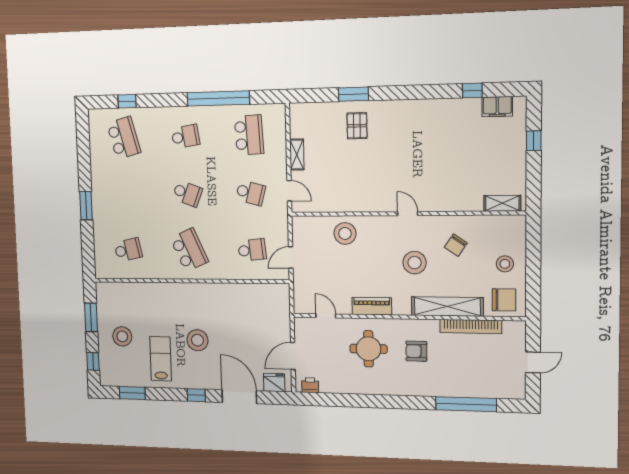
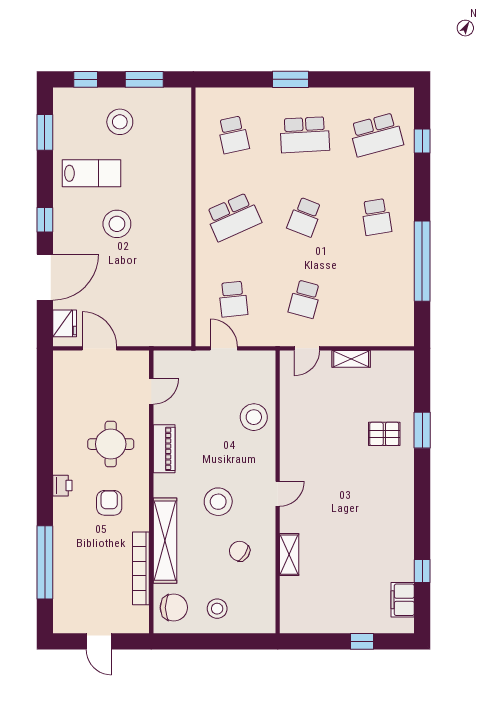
school desk: (249, 135) -> (305, 135), moved
shelving: (502, 203) -> (289, 555), moved
chair: (504, 300) -> (174, 608), turned -90
printer: (310, 385) -> (62, 486), moved

